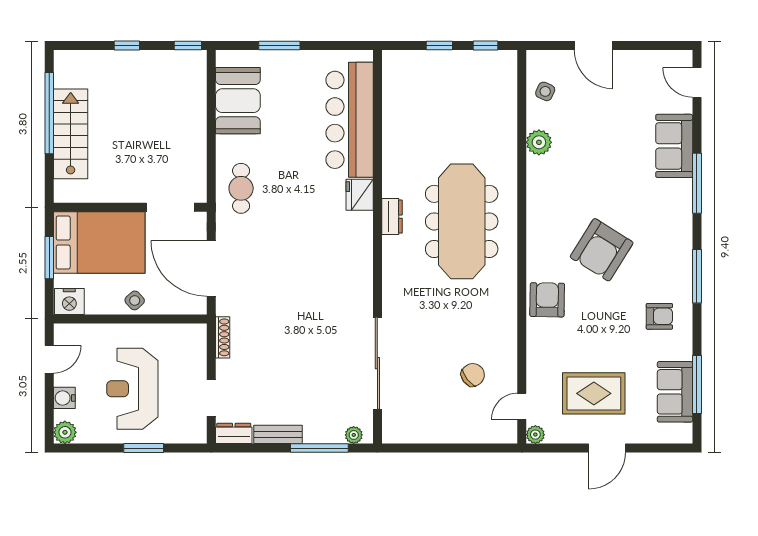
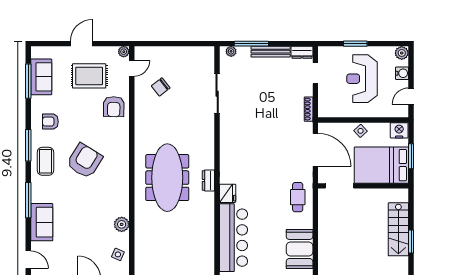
window: (49, 113) -> (411, 242), width x0.47
coffee table: (668, 249) -> (45, 161), added
armchair: (547, 300) -> (114, 107), moved
sliding door: (377, 363) -> (217, 94), width x0.73
reception desk: (132, 389) -> (362, 79), turned 180
bench: (278, 434) -> (271, 52), width x1.36

